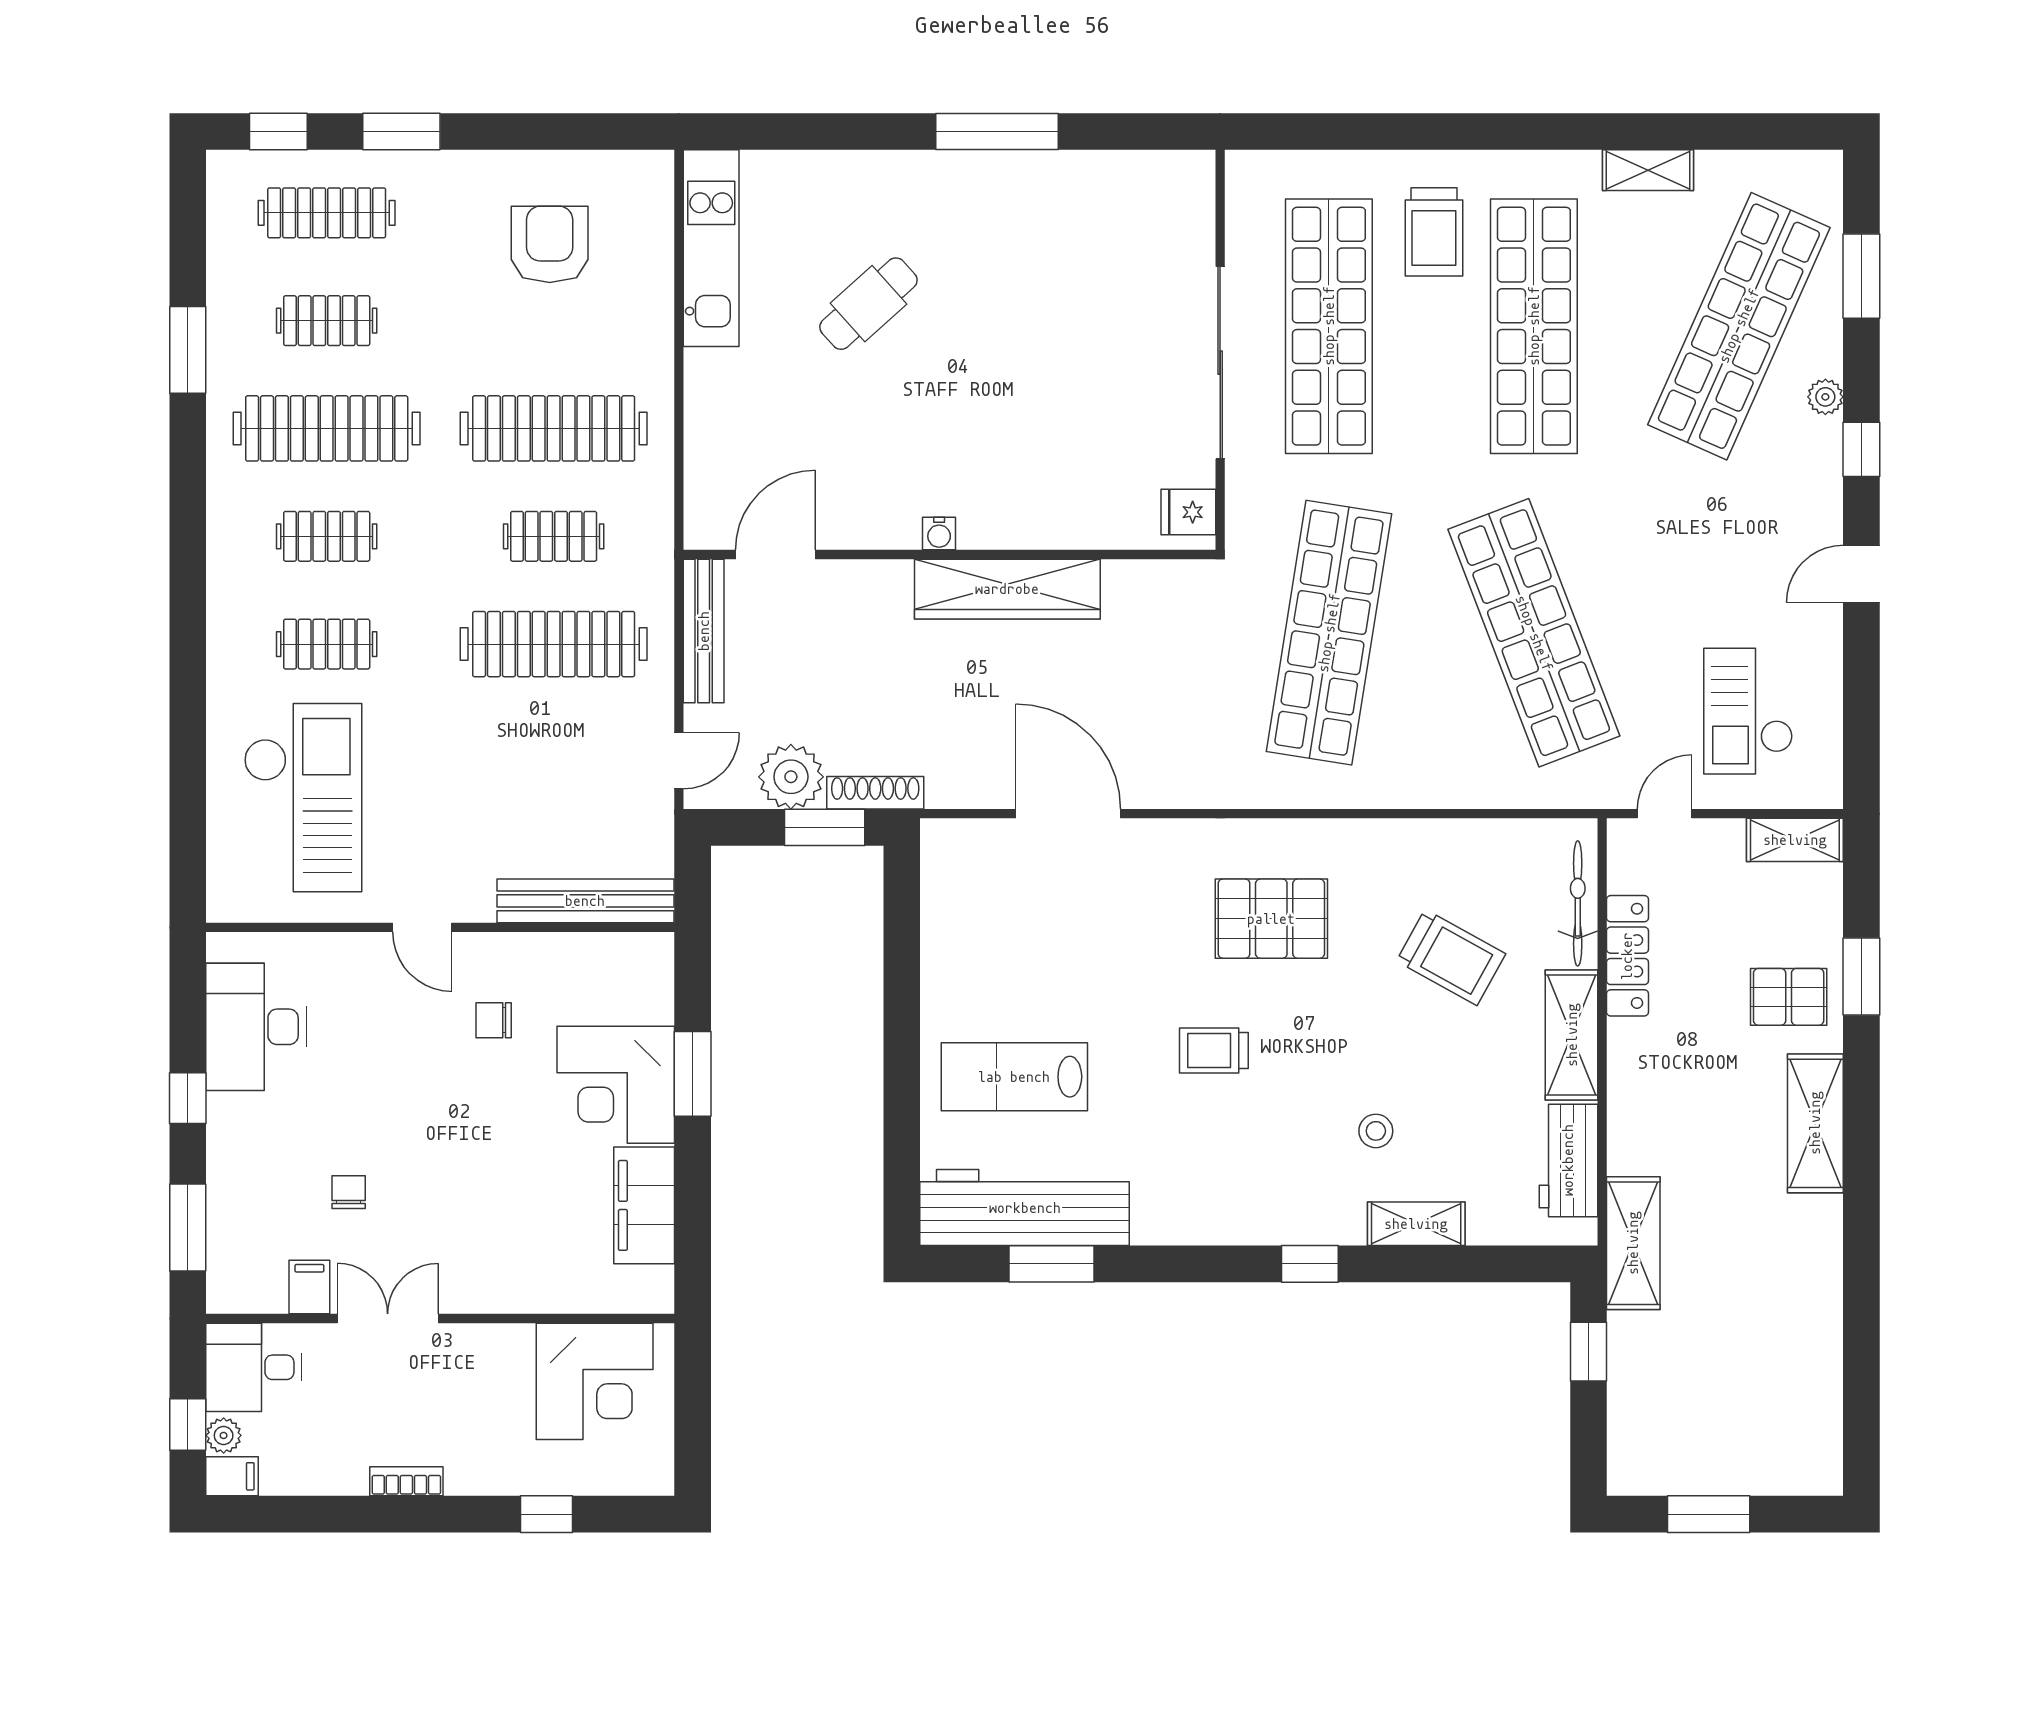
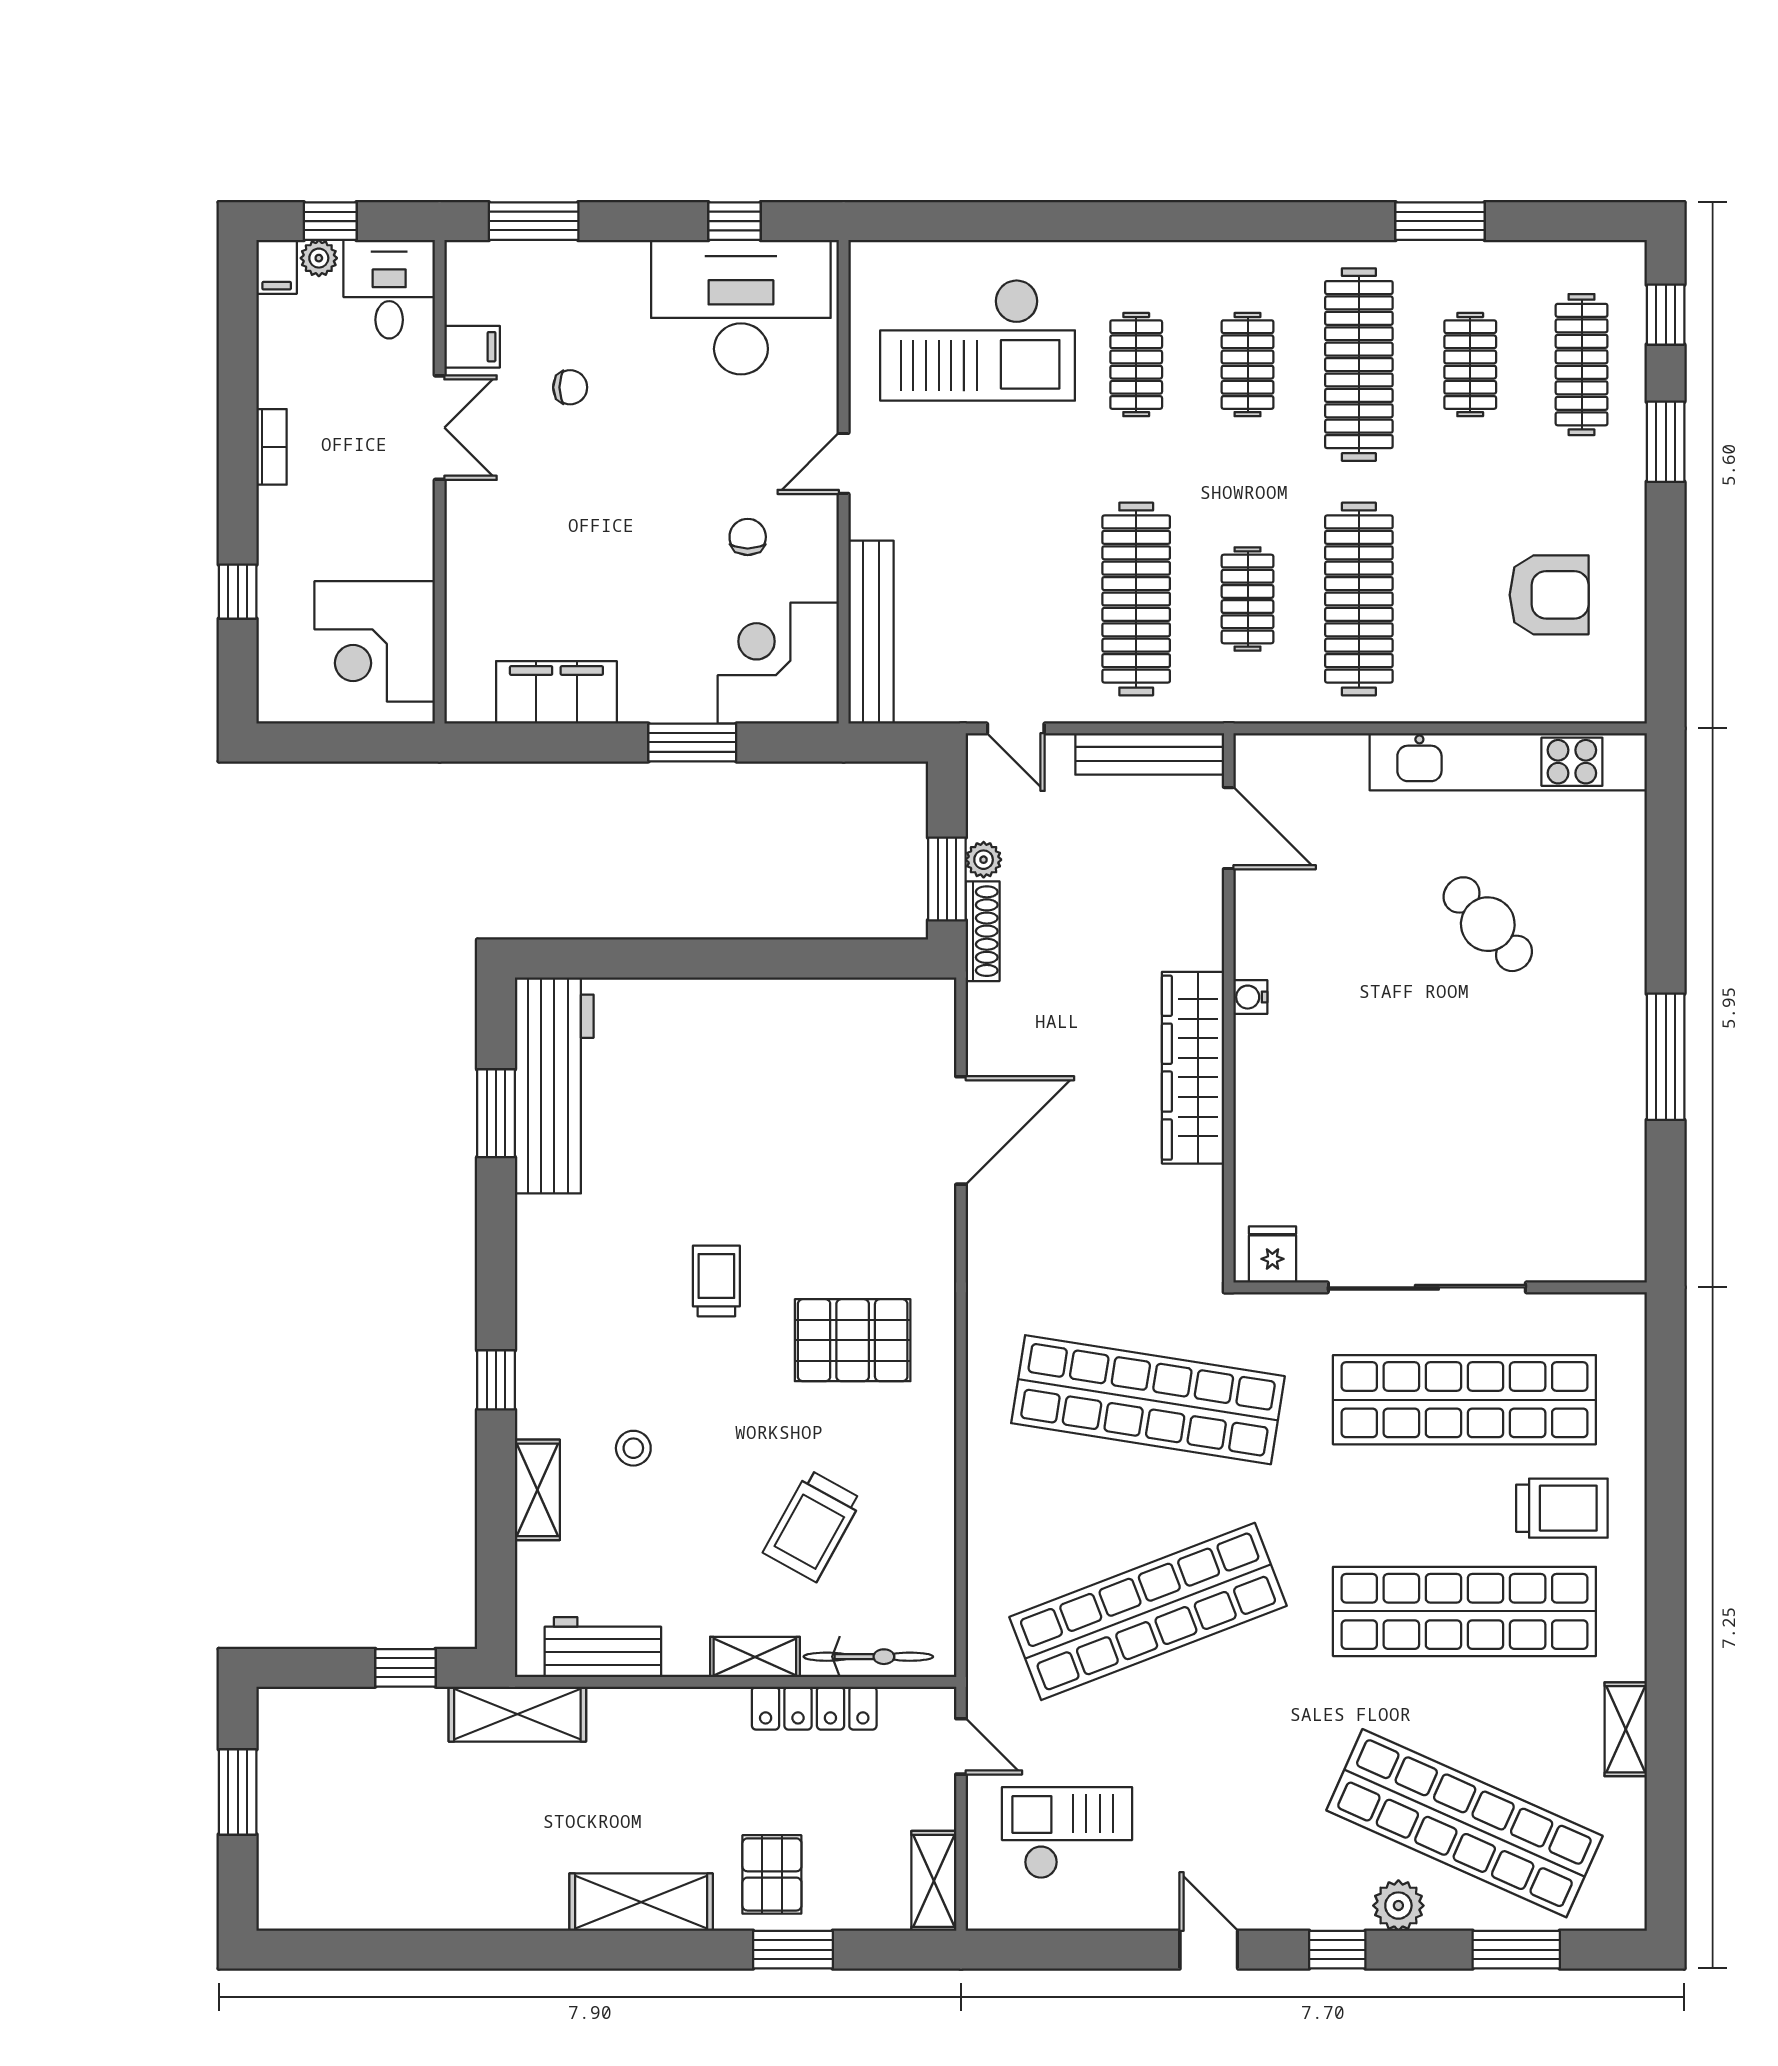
trolley: (1434, 232) -> (1562, 1508), turned 180
kitchen unit: (711, 248) -> (1508, 762), width x1.36
plant: (1825, 397) -> (1398, 1906), width x1.38, depth x1.38
plant: (791, 777) -> (984, 860), width x0.53, depth x0.53
pallet: (1271, 919) -> (853, 1340), turned 90
desk: (256, 1027) -> (741, 307), width x1.36, depth x1.30
shelving: (1572, 1035) -> (755, 1657), width x0.67, depth x0.75
lab bench: (1014, 1077) -> (689, 1075), removed
corner desk: (616, 1085) -> (778, 663), moved
window: (188, 1098) -> (735, 221), moved

